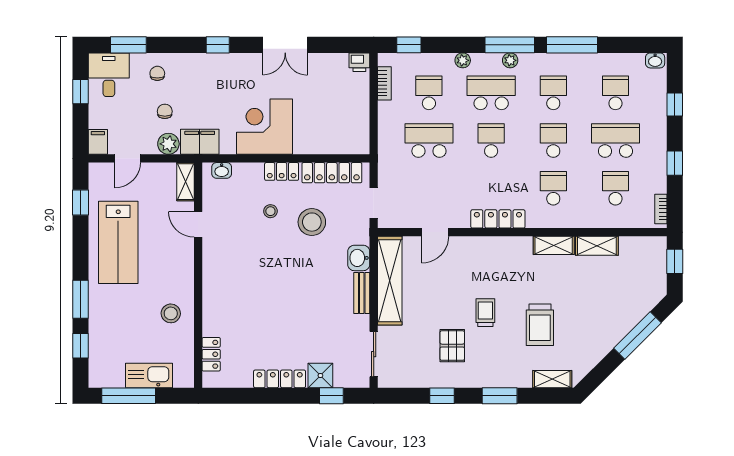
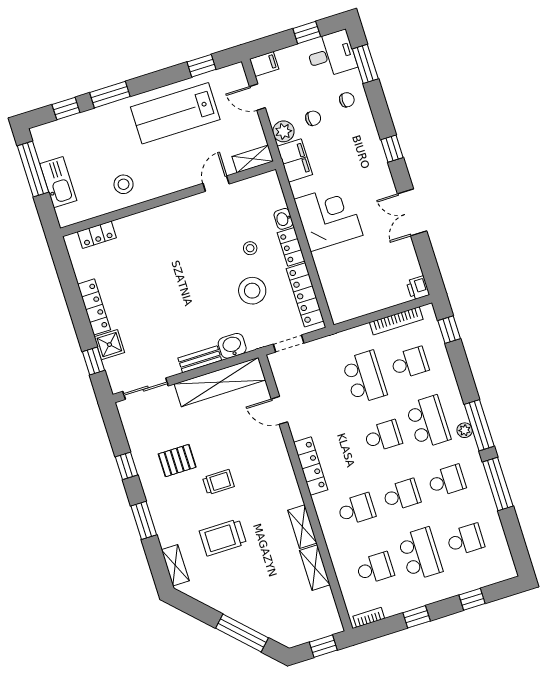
plant: (463, 60) -> (450, 385), removed
washbasin: (655, 60) -> (508, 568), removed
bookcase: (384, 83) -> (396, 321), width x1.56
washbasin: (222, 170) -> (283, 219), moved

